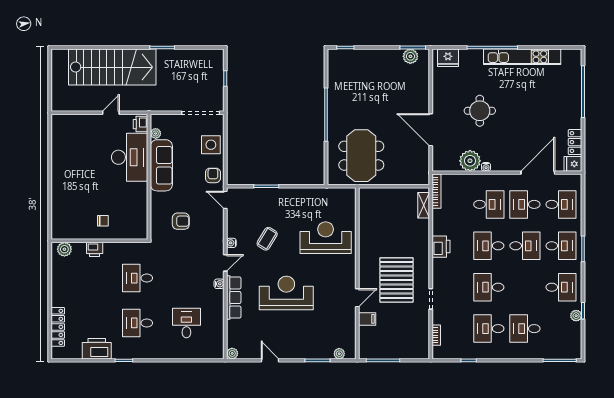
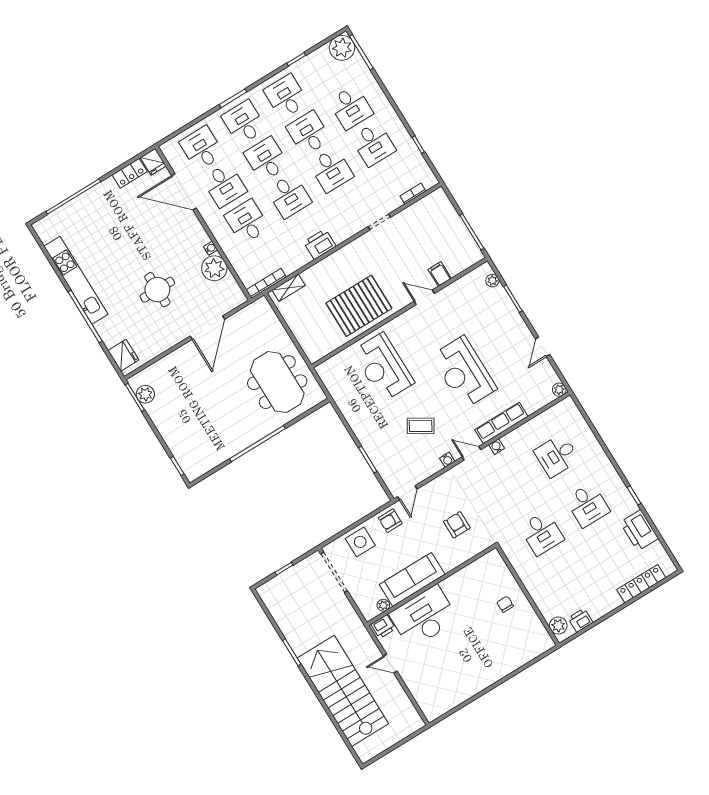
meeting table: (361, 156) -> (277, 382), turned 90
printer: (95, 249) -> (580, 620), moved, turned -90
pallet: (397, 280) -> (359, 306), moved
desk: (525, 287) -> (309, 133), added
plant: (576, 316) -> (342, 48), moved, width x1.88, depth x1.88

